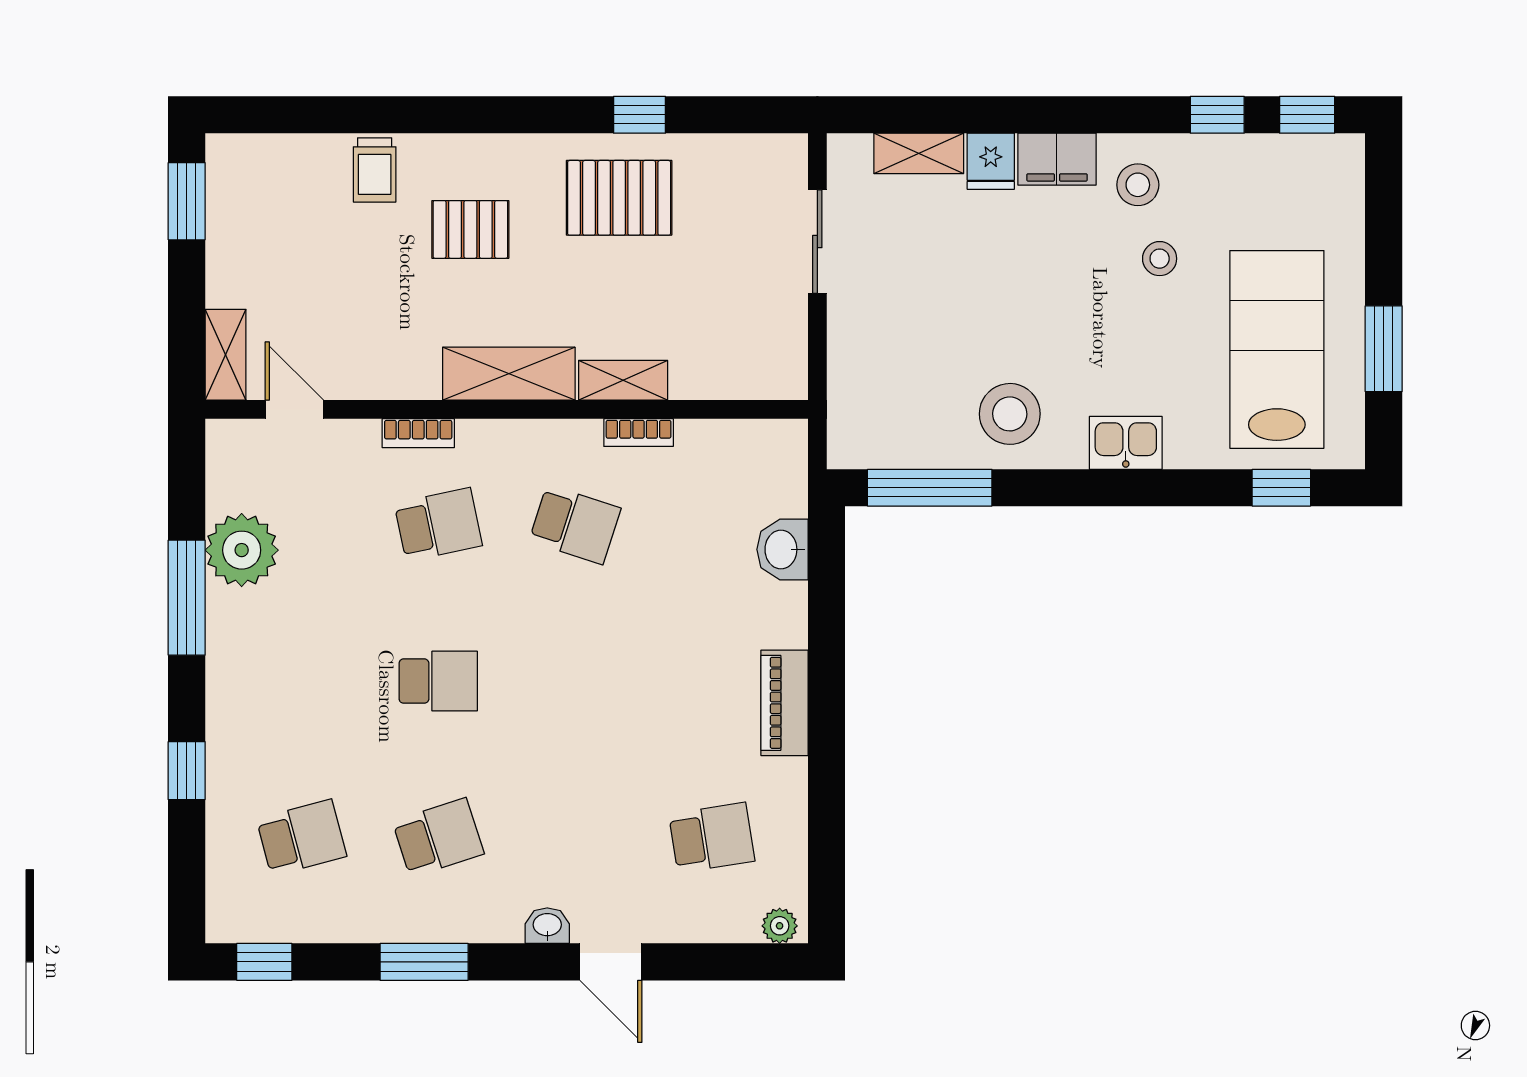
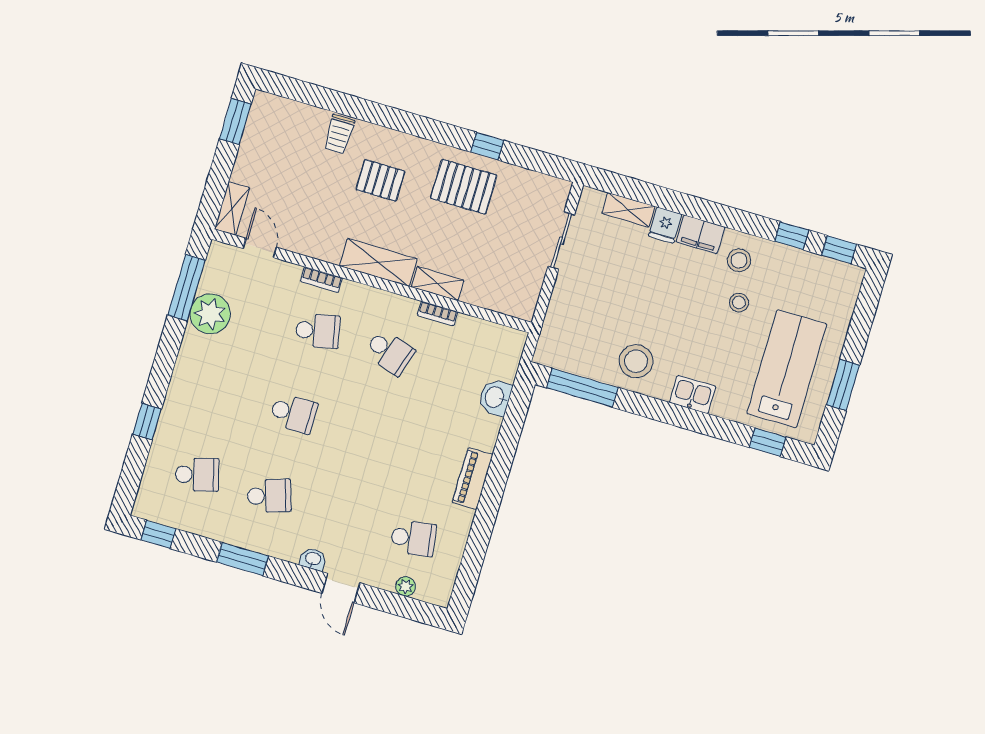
window: (187, 598) -> (186, 288), moved
plant: (780, 926) -> (406, 586), moved

